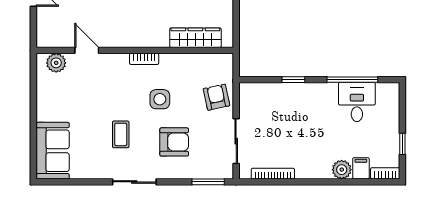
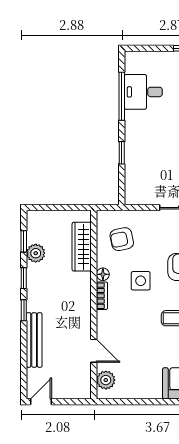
door: (87, 50) -> (94, 351), swing flipped
floor lamp: (167, 60) -> (103, 274), added
armchair: (216, 97) -> (122, 239), moved

